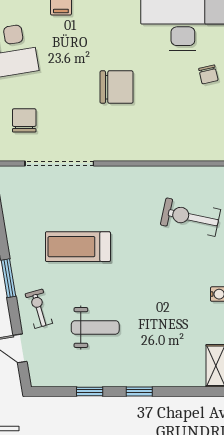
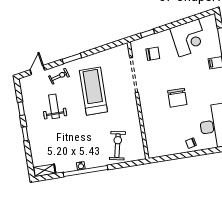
treadmill: (78, 247) -> (93, 91), width x1.37, depth x1.38
weight bench: (95, 327) -> (54, 106), turned 180

